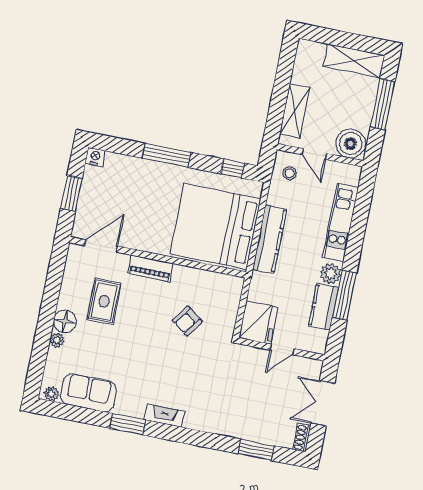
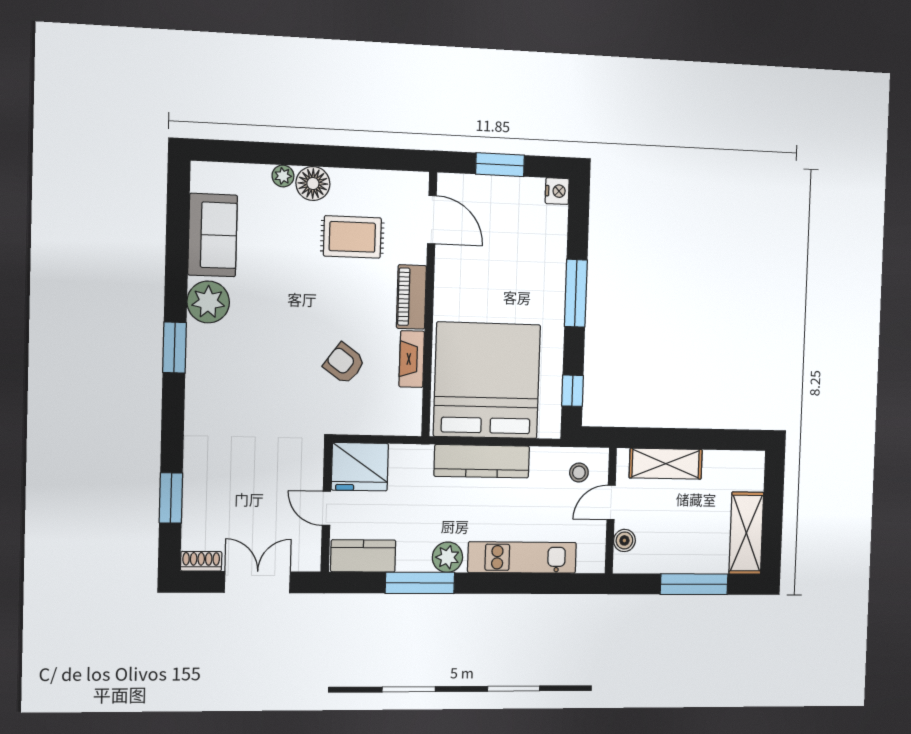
boiler: (350, 144) -> (624, 540), width x0.54, depth x0.54
kitchen counter: (323, 307) -> (363, 556), moved
plant: (52, 394) -> (208, 302), moved, width x1.88, depth x1.88
fireplace: (164, 416) -> (412, 359), moved, turned 180
window: (127, 424) -> (175, 348), moved

